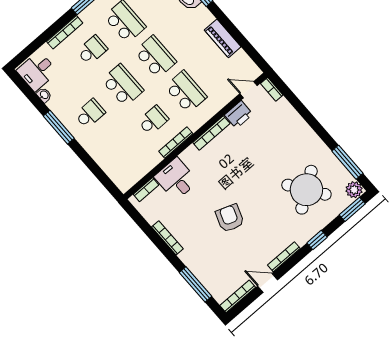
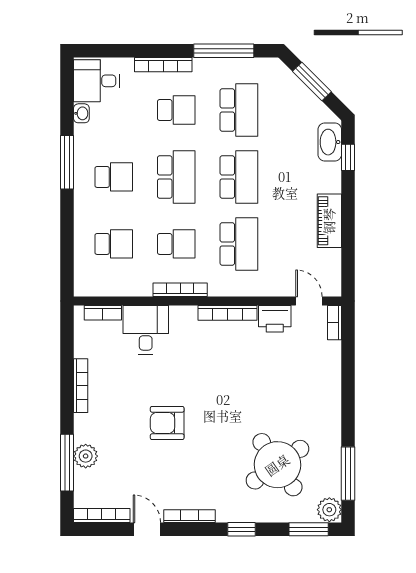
school desk: (120, 149) -> (114, 244), added
armchair: (230, 218) -> (167, 423), turned -110
plant: (202, 272) -> (86, 456), added

